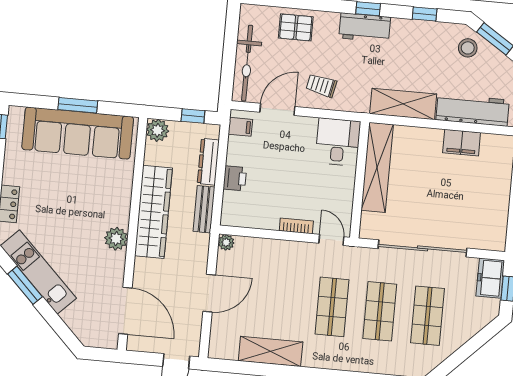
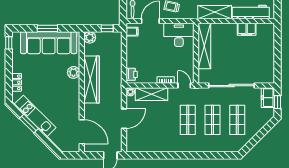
desk: (338, 142) -> (179, 35), width x1.37
dresser: (208, 162) -> (117, 51), removed
printer: (235, 178) -> (132, 74), moved
bench: (204, 209) -> (117, 76), removed
plant: (116, 239) -> (74, 72), moved
shelving: (271, 351) -> (151, 94), moved

